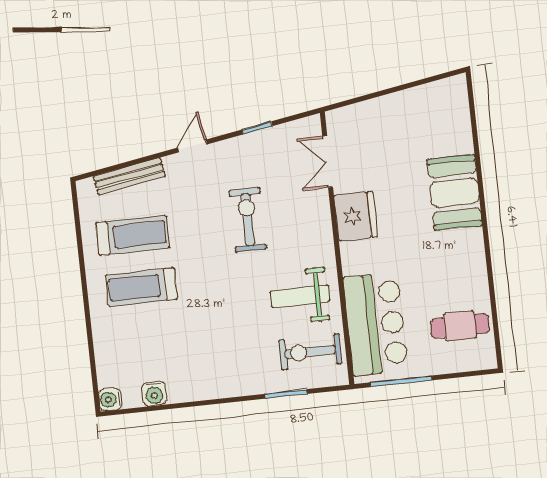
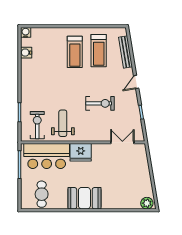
plant: (455, 94) -> (147, 203), added
door: (192, 146) -> (136, 82), swing flipped
booth: (454, 193) -> (84, 198), moved
fridge: (356, 216) -> (81, 152), moved
treadmill: (141, 287) -> (75, 52), turned 180

